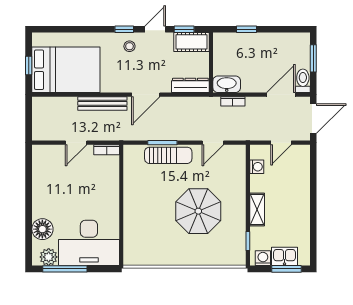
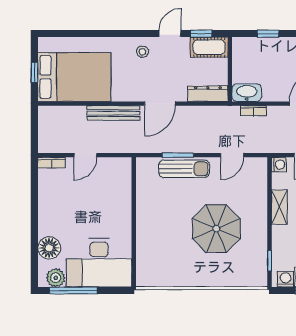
window: (124, 29) -> (137, 34), removed
bookcase: (107, 150) -> (52, 163), moved
washing machine: (257, 167) -> (279, 165), moved
shelving: (257, 210) -> (279, 207), moved

